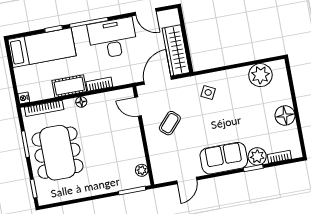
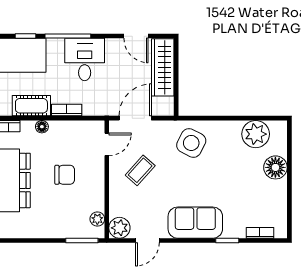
desk: (113, 38) -> (85, 59), width x0.73
wardrobe: (176, 50) -> (163, 67), moved
side table: (208, 92) -> (191, 143), width x1.87, depth x1.87
door: (138, 107) -> (107, 144), swing flipped
floor lamp: (285, 115) -> (275, 167), moved
chair: (108, 138) -> (65, 175), added
plant: (257, 156) -> (119, 228), moved

